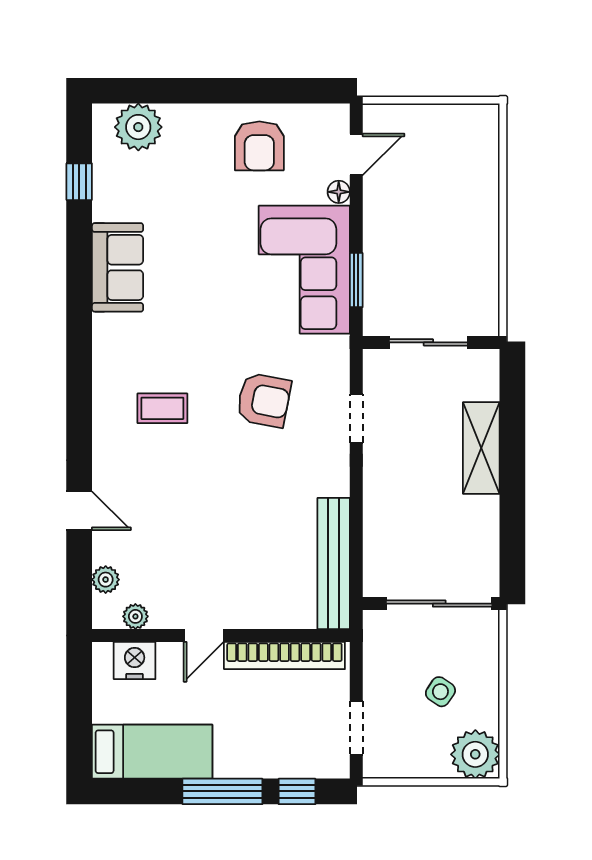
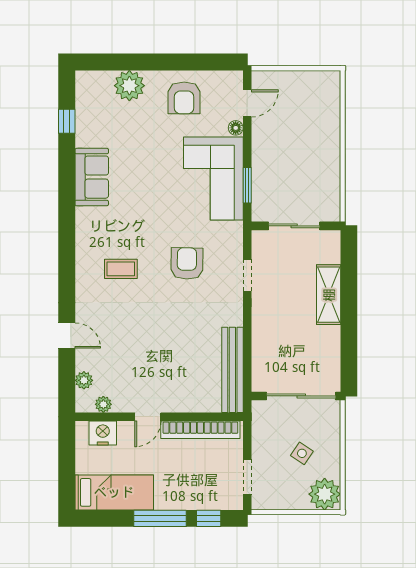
plant: (138, 127) -> (129, 86), moved
armchair: (264, 400) -> (187, 263), turned -100

